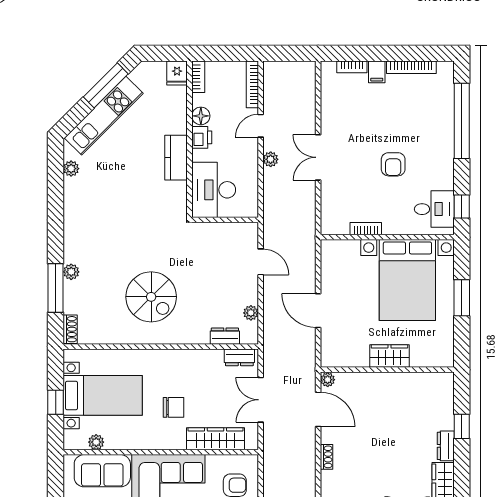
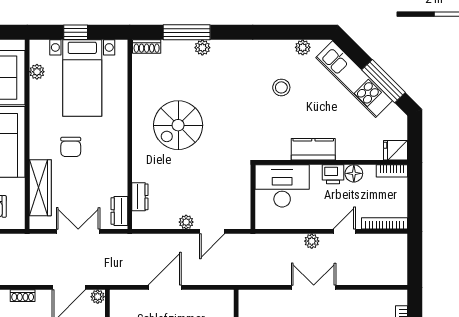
door: (261, 126) -> (344, 231), hinge flipped
stool: (112, 191) -> (281, 87), added
plant: (251, 313) -> (186, 222), moved

